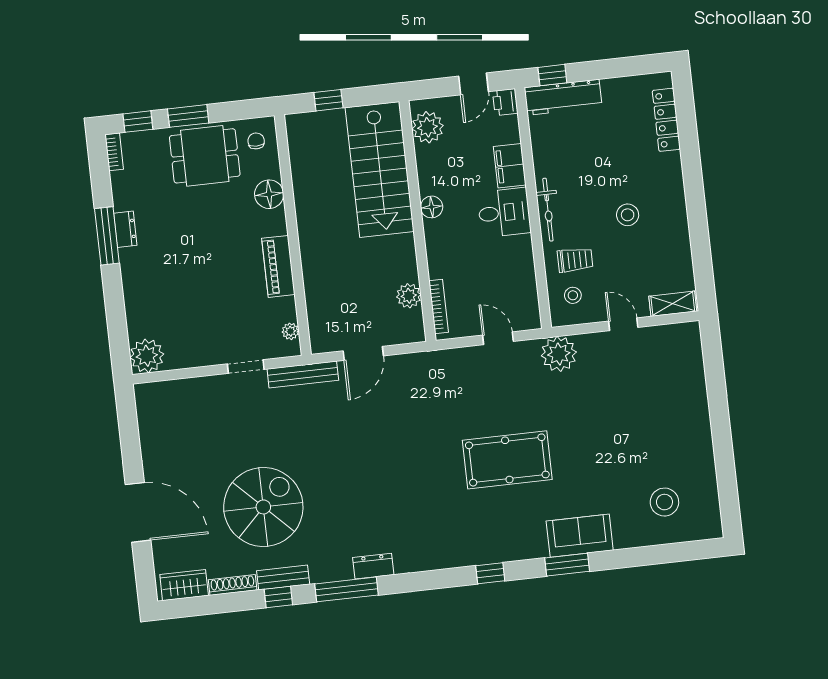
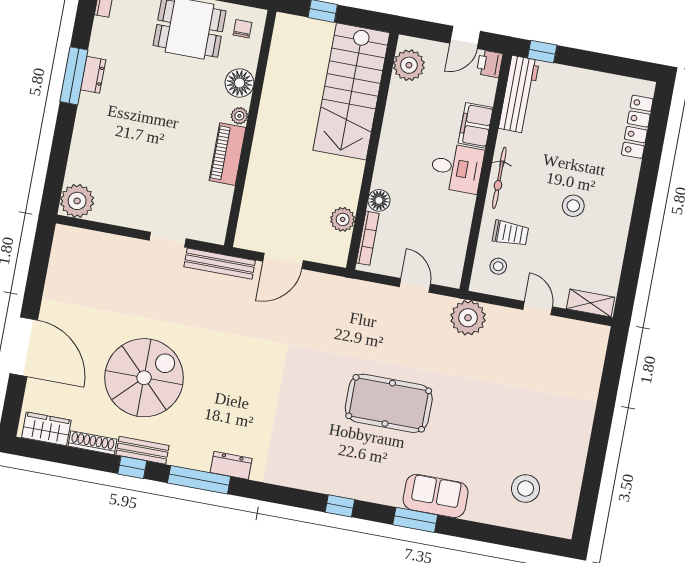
workbench: (563, 97) -> (519, 94), moved, turned -90
floor lamp: (432, 207) -> (379, 200), moved
plant: (290, 331) -> (239, 116), moved

